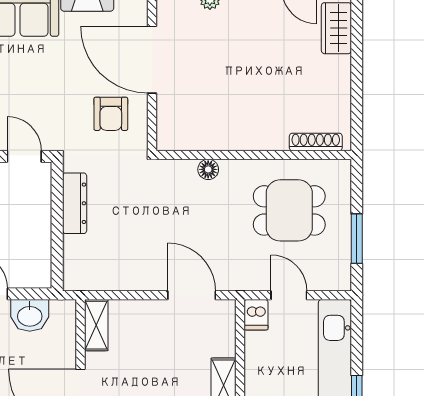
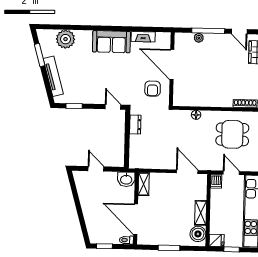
dresser: (75, 203) -> (135, 125), width x0.70
washbasin: (30, 315) -> (126, 179), moved

